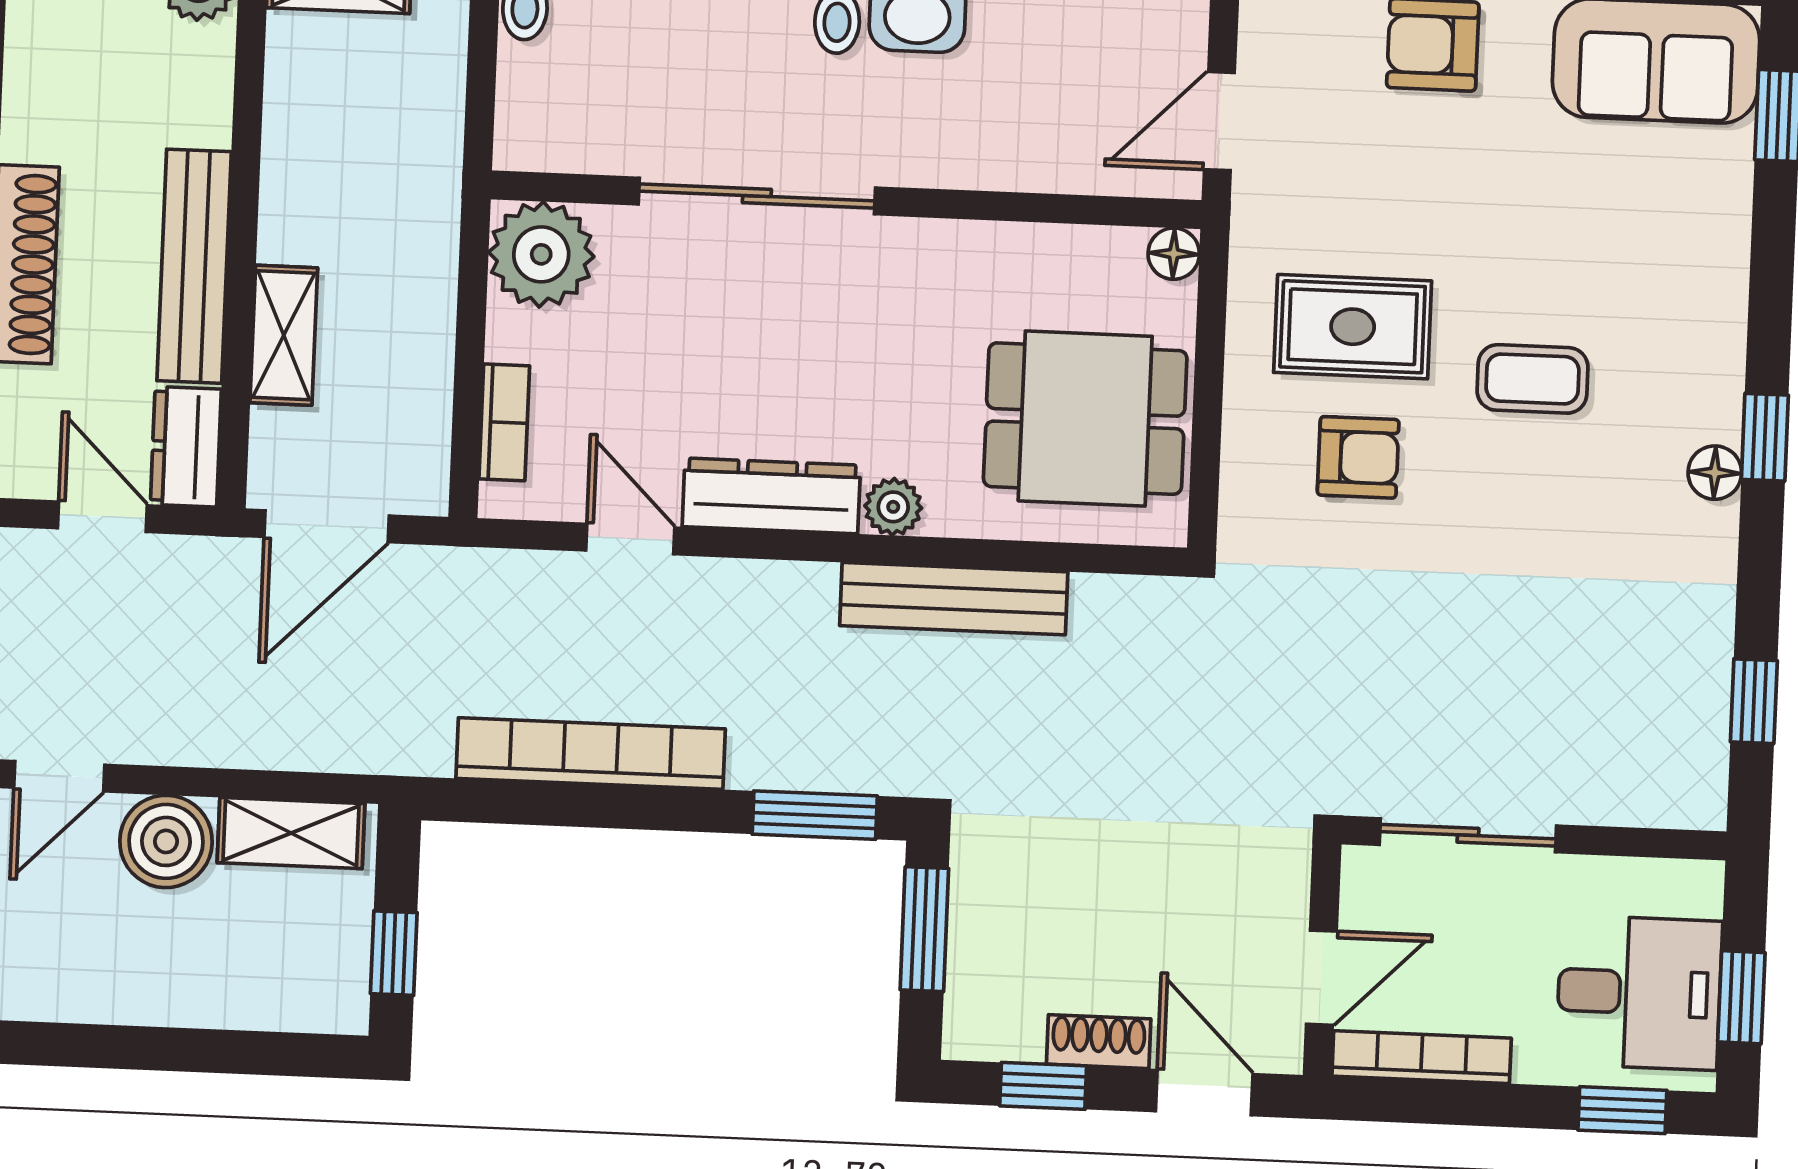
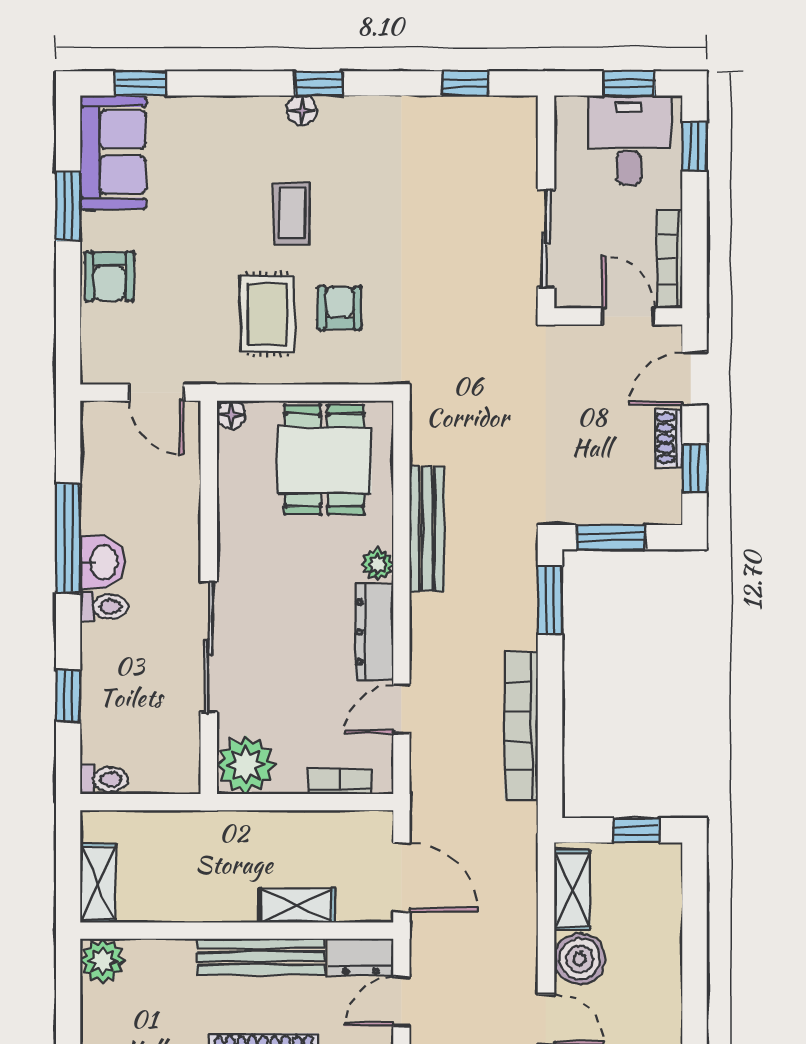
floor lamp: (1715, 473) -> (302, 110), moved

